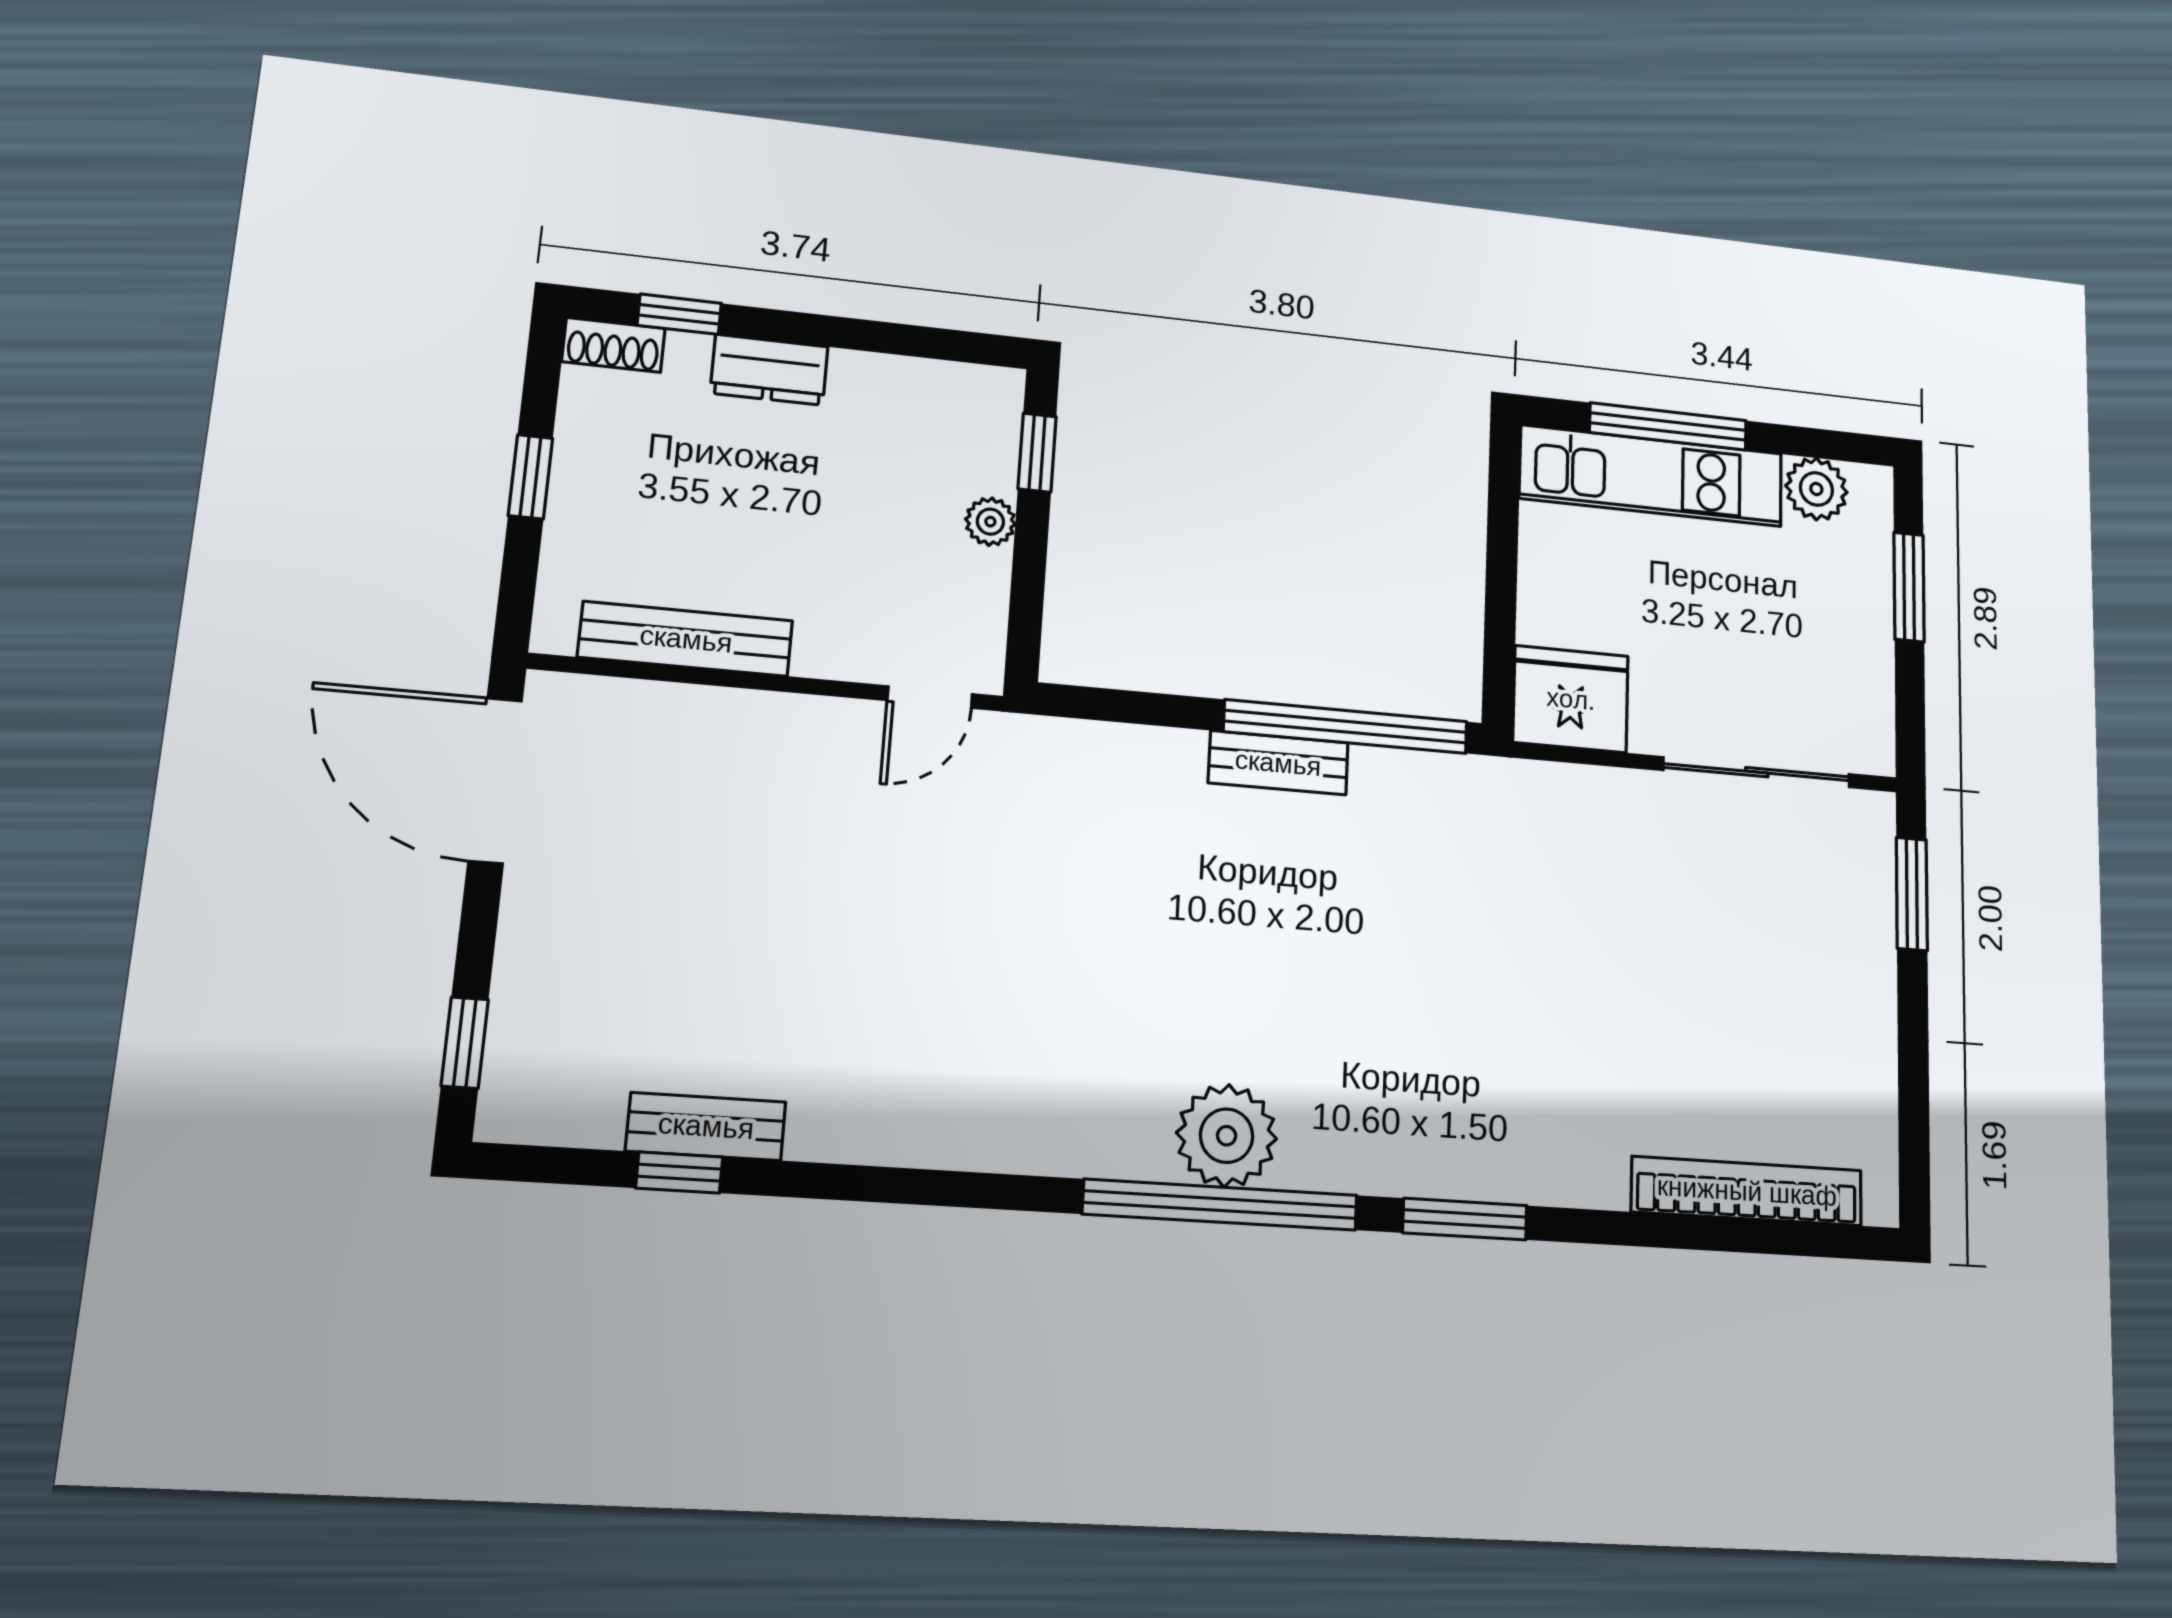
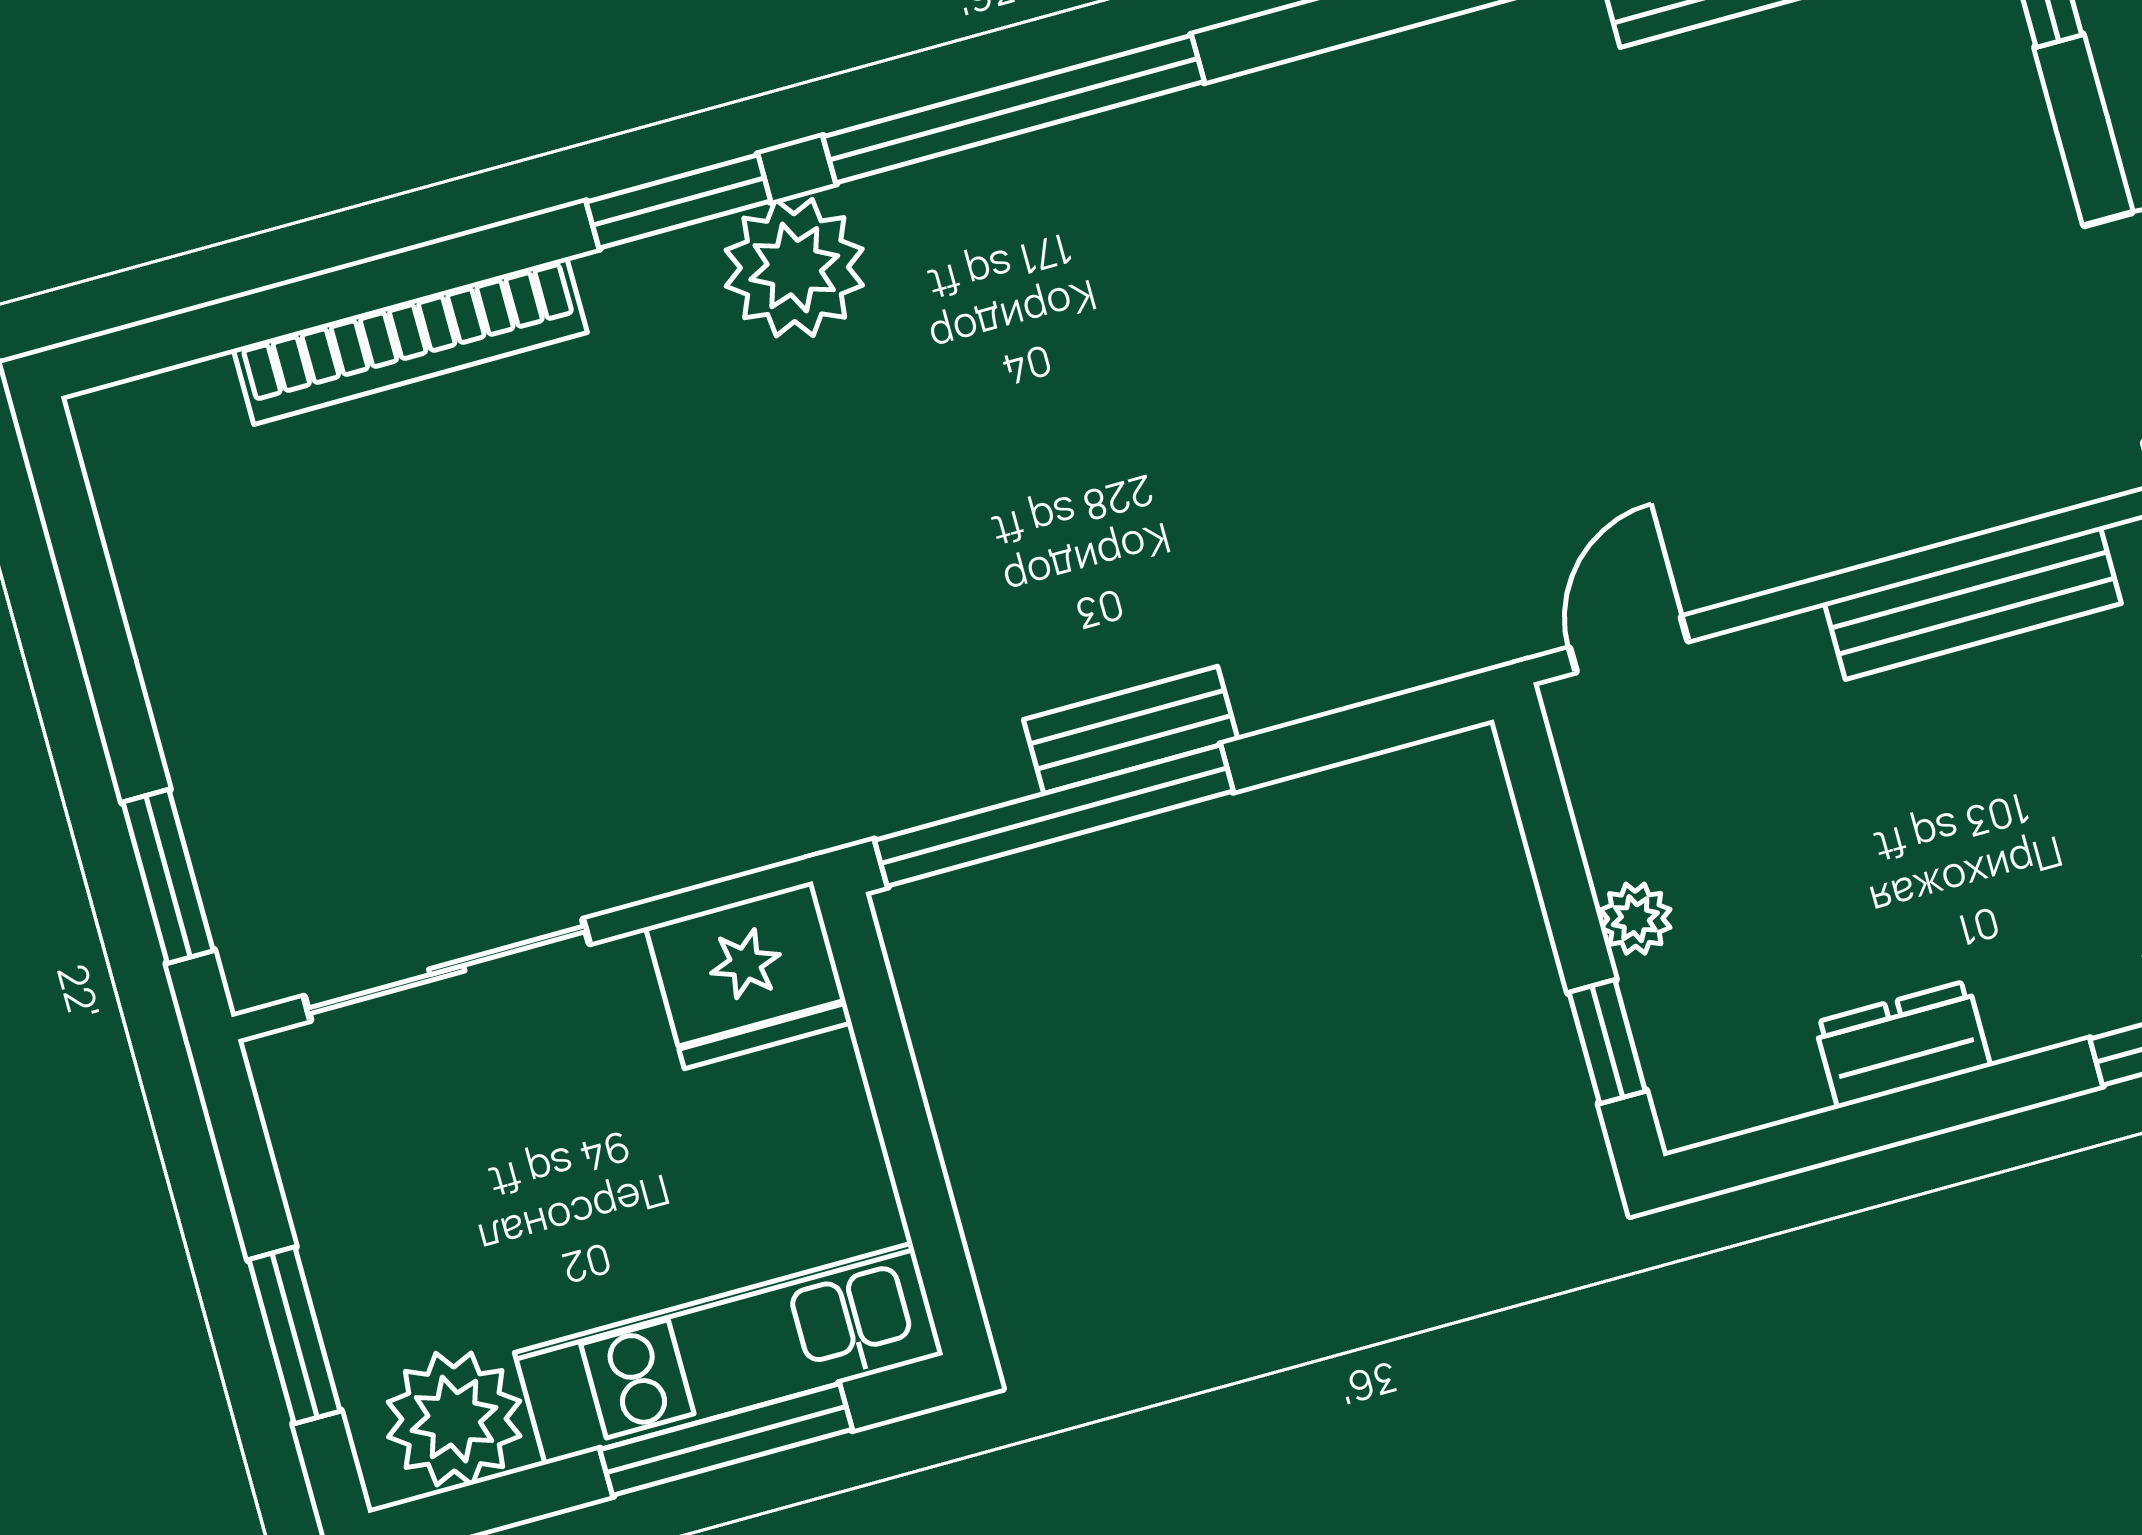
dresser: (769, 370) -> (1903, 1044), moved
plant: (1816, 489) -> (454, 1419), width x1.36, depth x1.36
plant: (1227, 1136) -> (794, 268), moved
bookcase: (1747, 1191) -> (410, 341), moved

